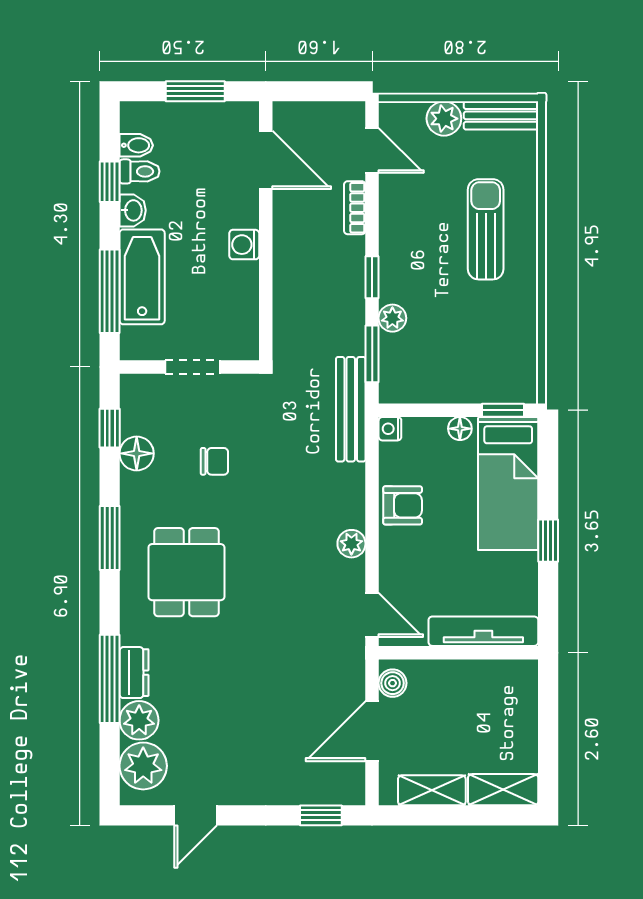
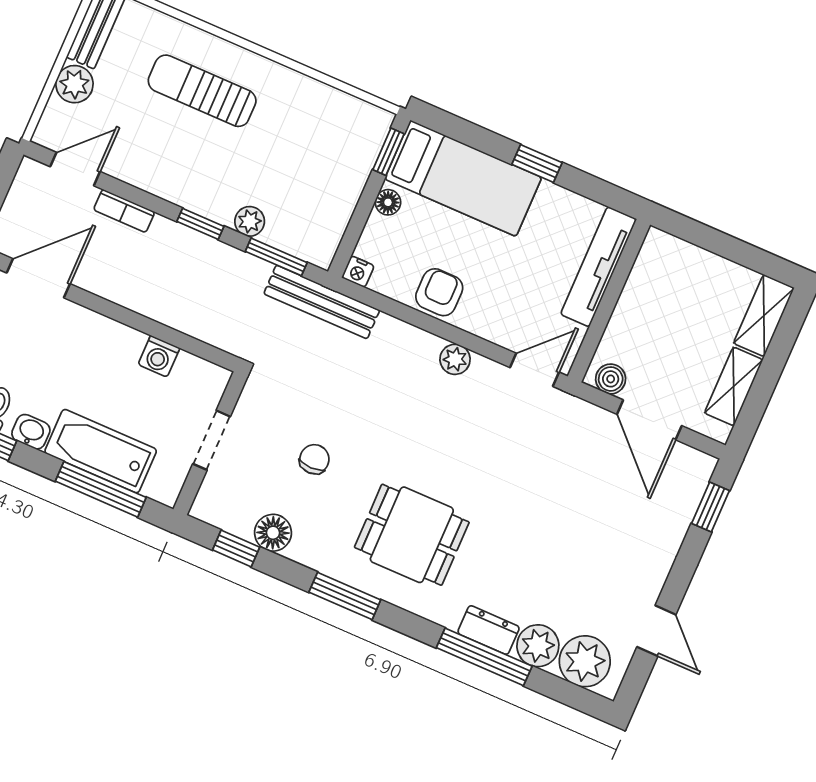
washing machine: (244, 245) -> (159, 356), moved

